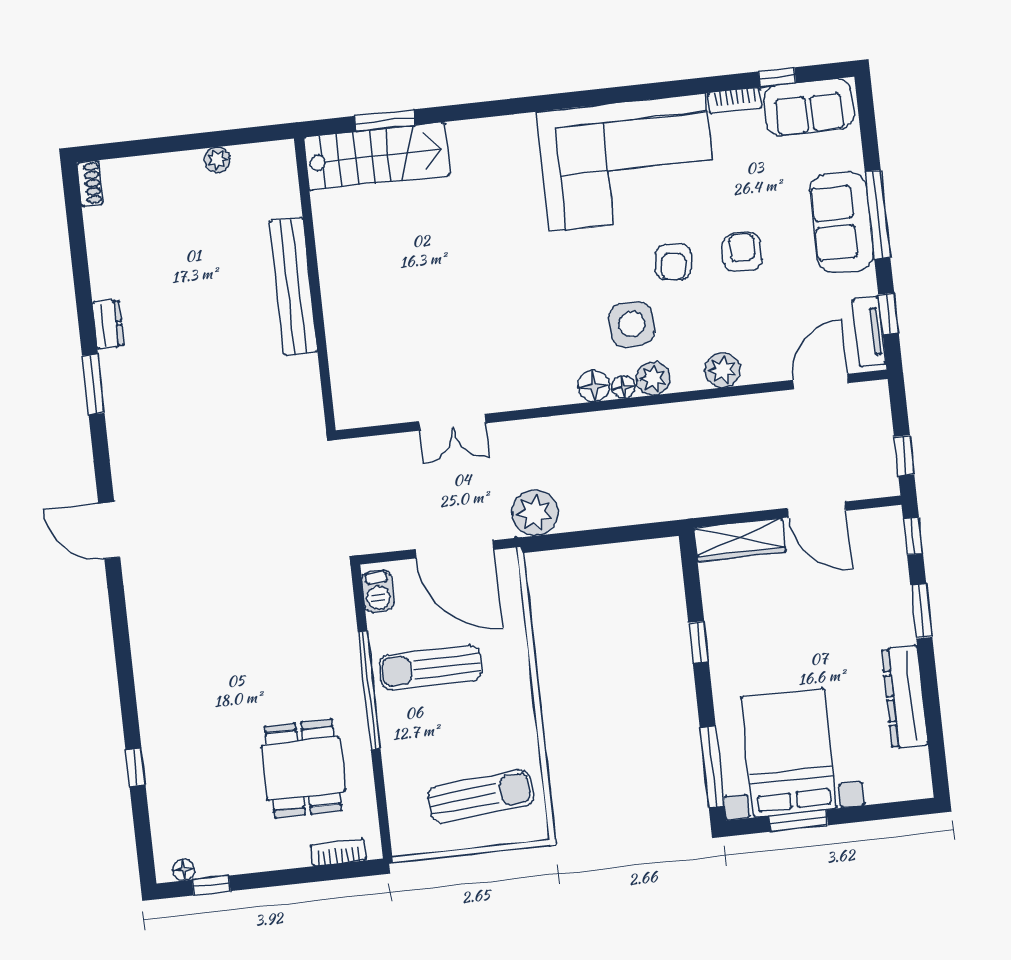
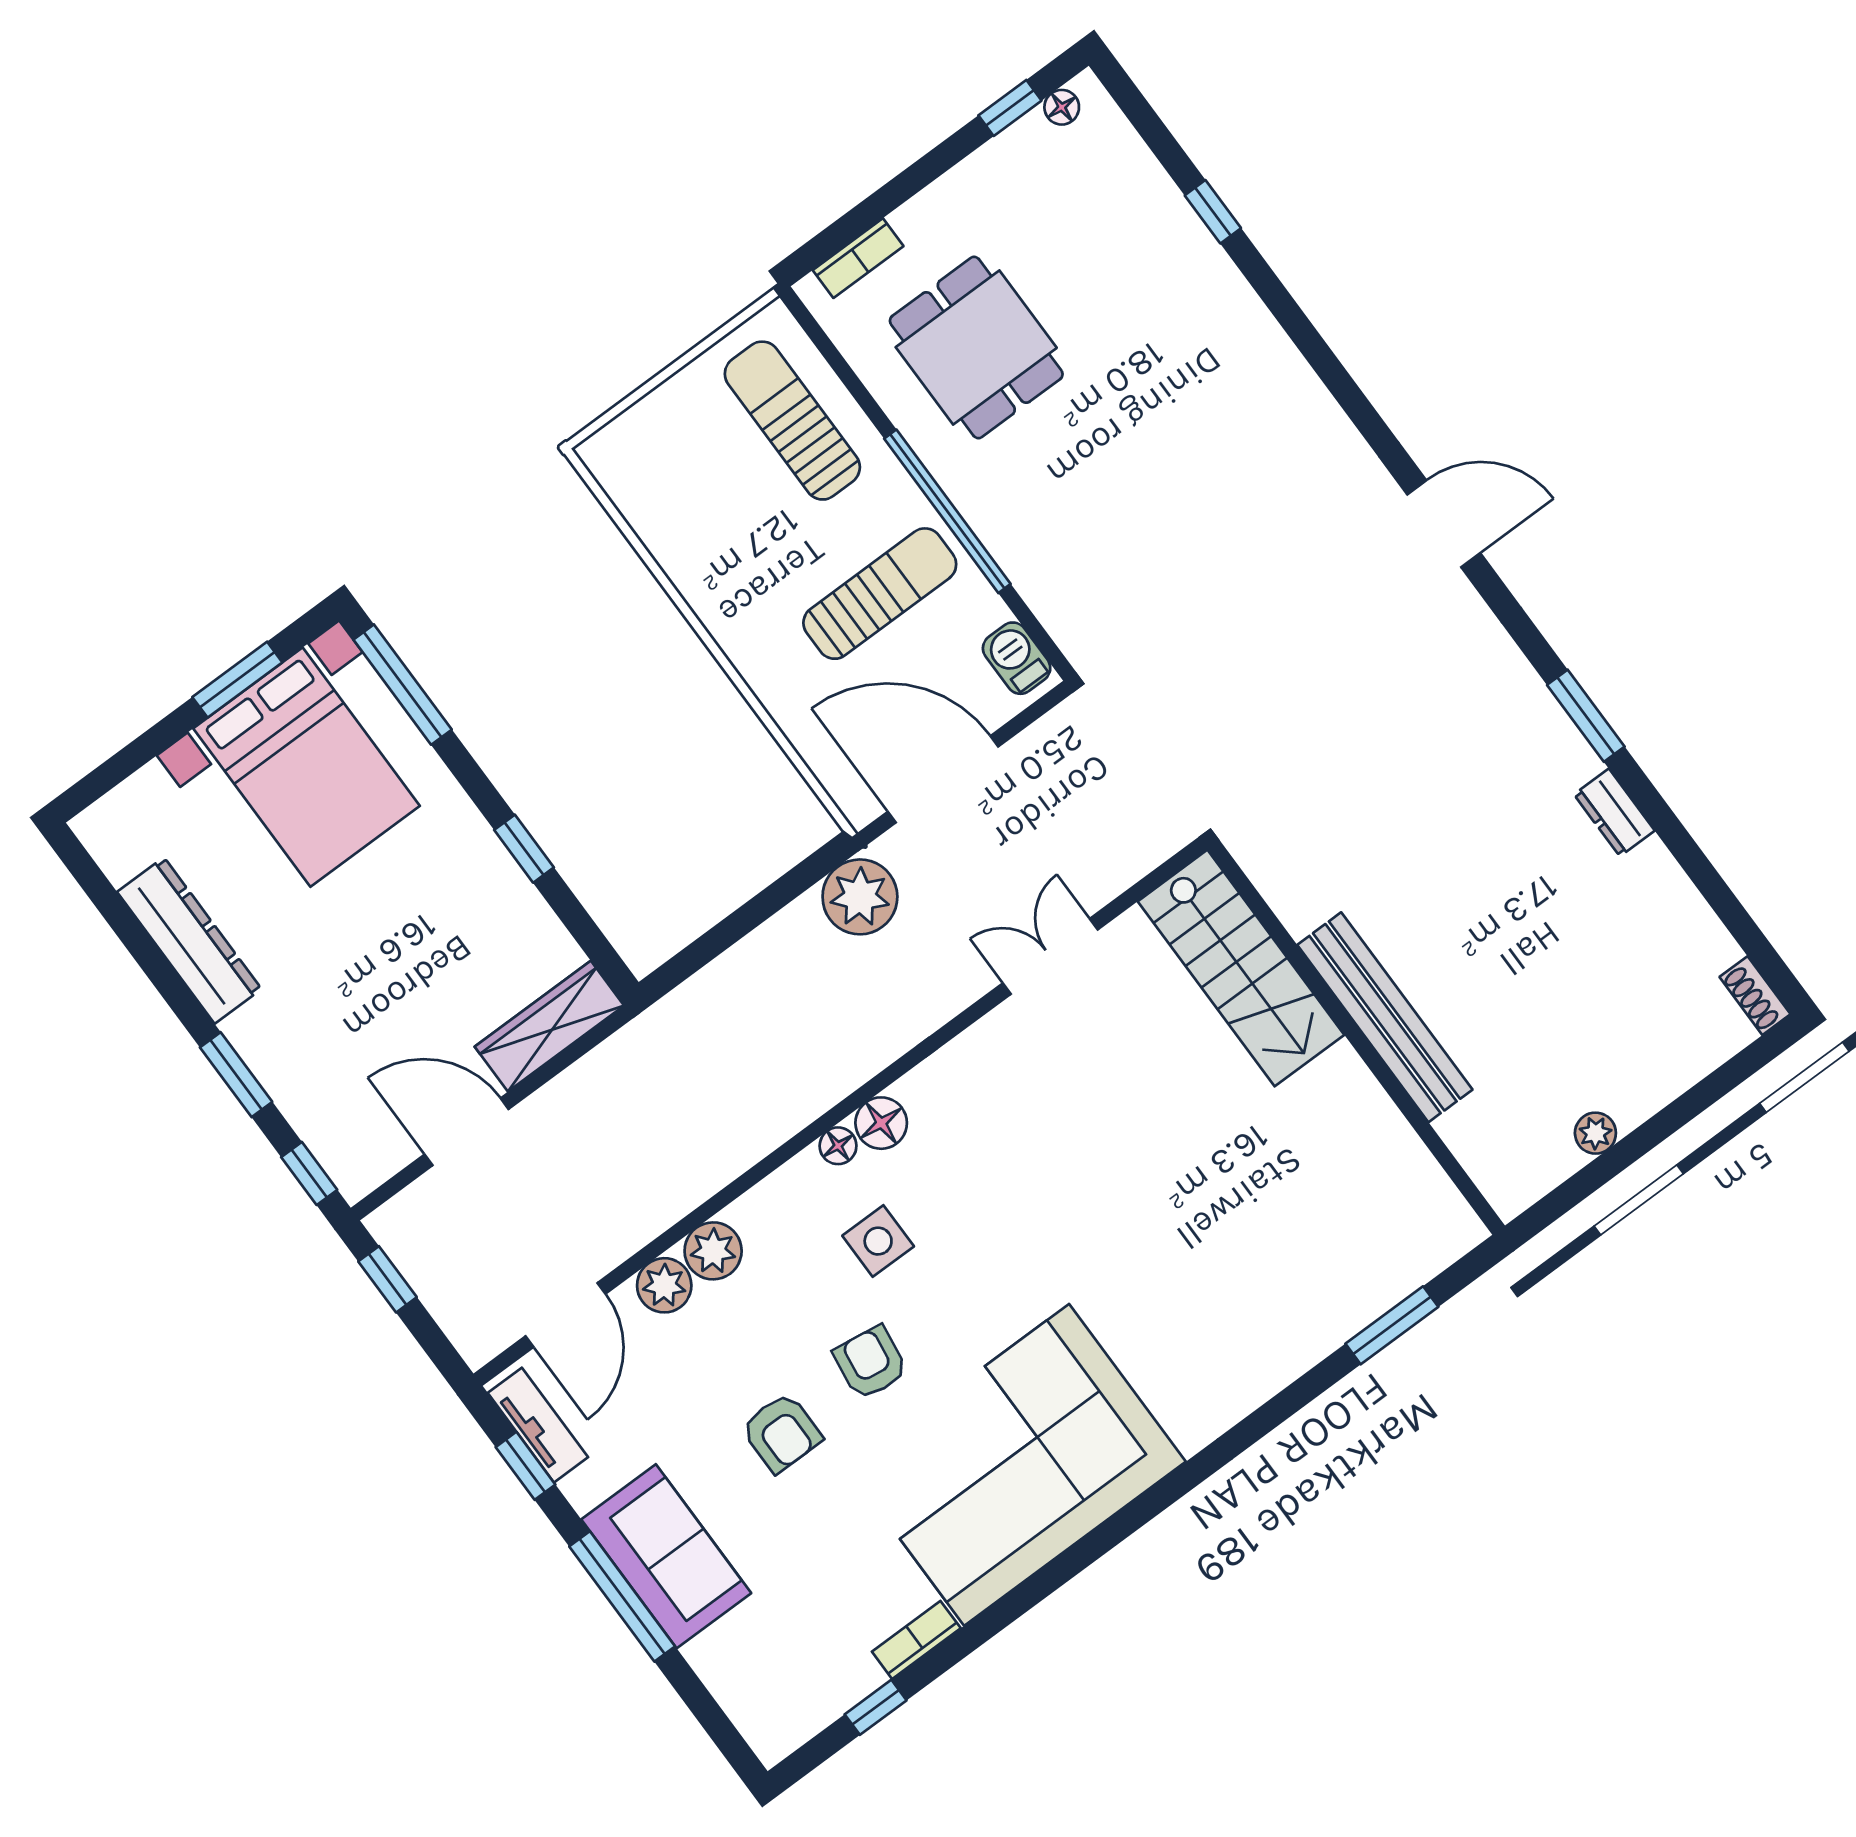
sofa: (809, 107) -> (807, 1691), removed
stairs: (377, 156) -> (1241, 968), moved, turned -90
side table: (632, 324) -> (878, 1241), width x0.73, depth x0.73
plant: (653, 378) -> (664, 1285), moved
sun lounger: (481, 796) -> (792, 421), moved, turned 95

